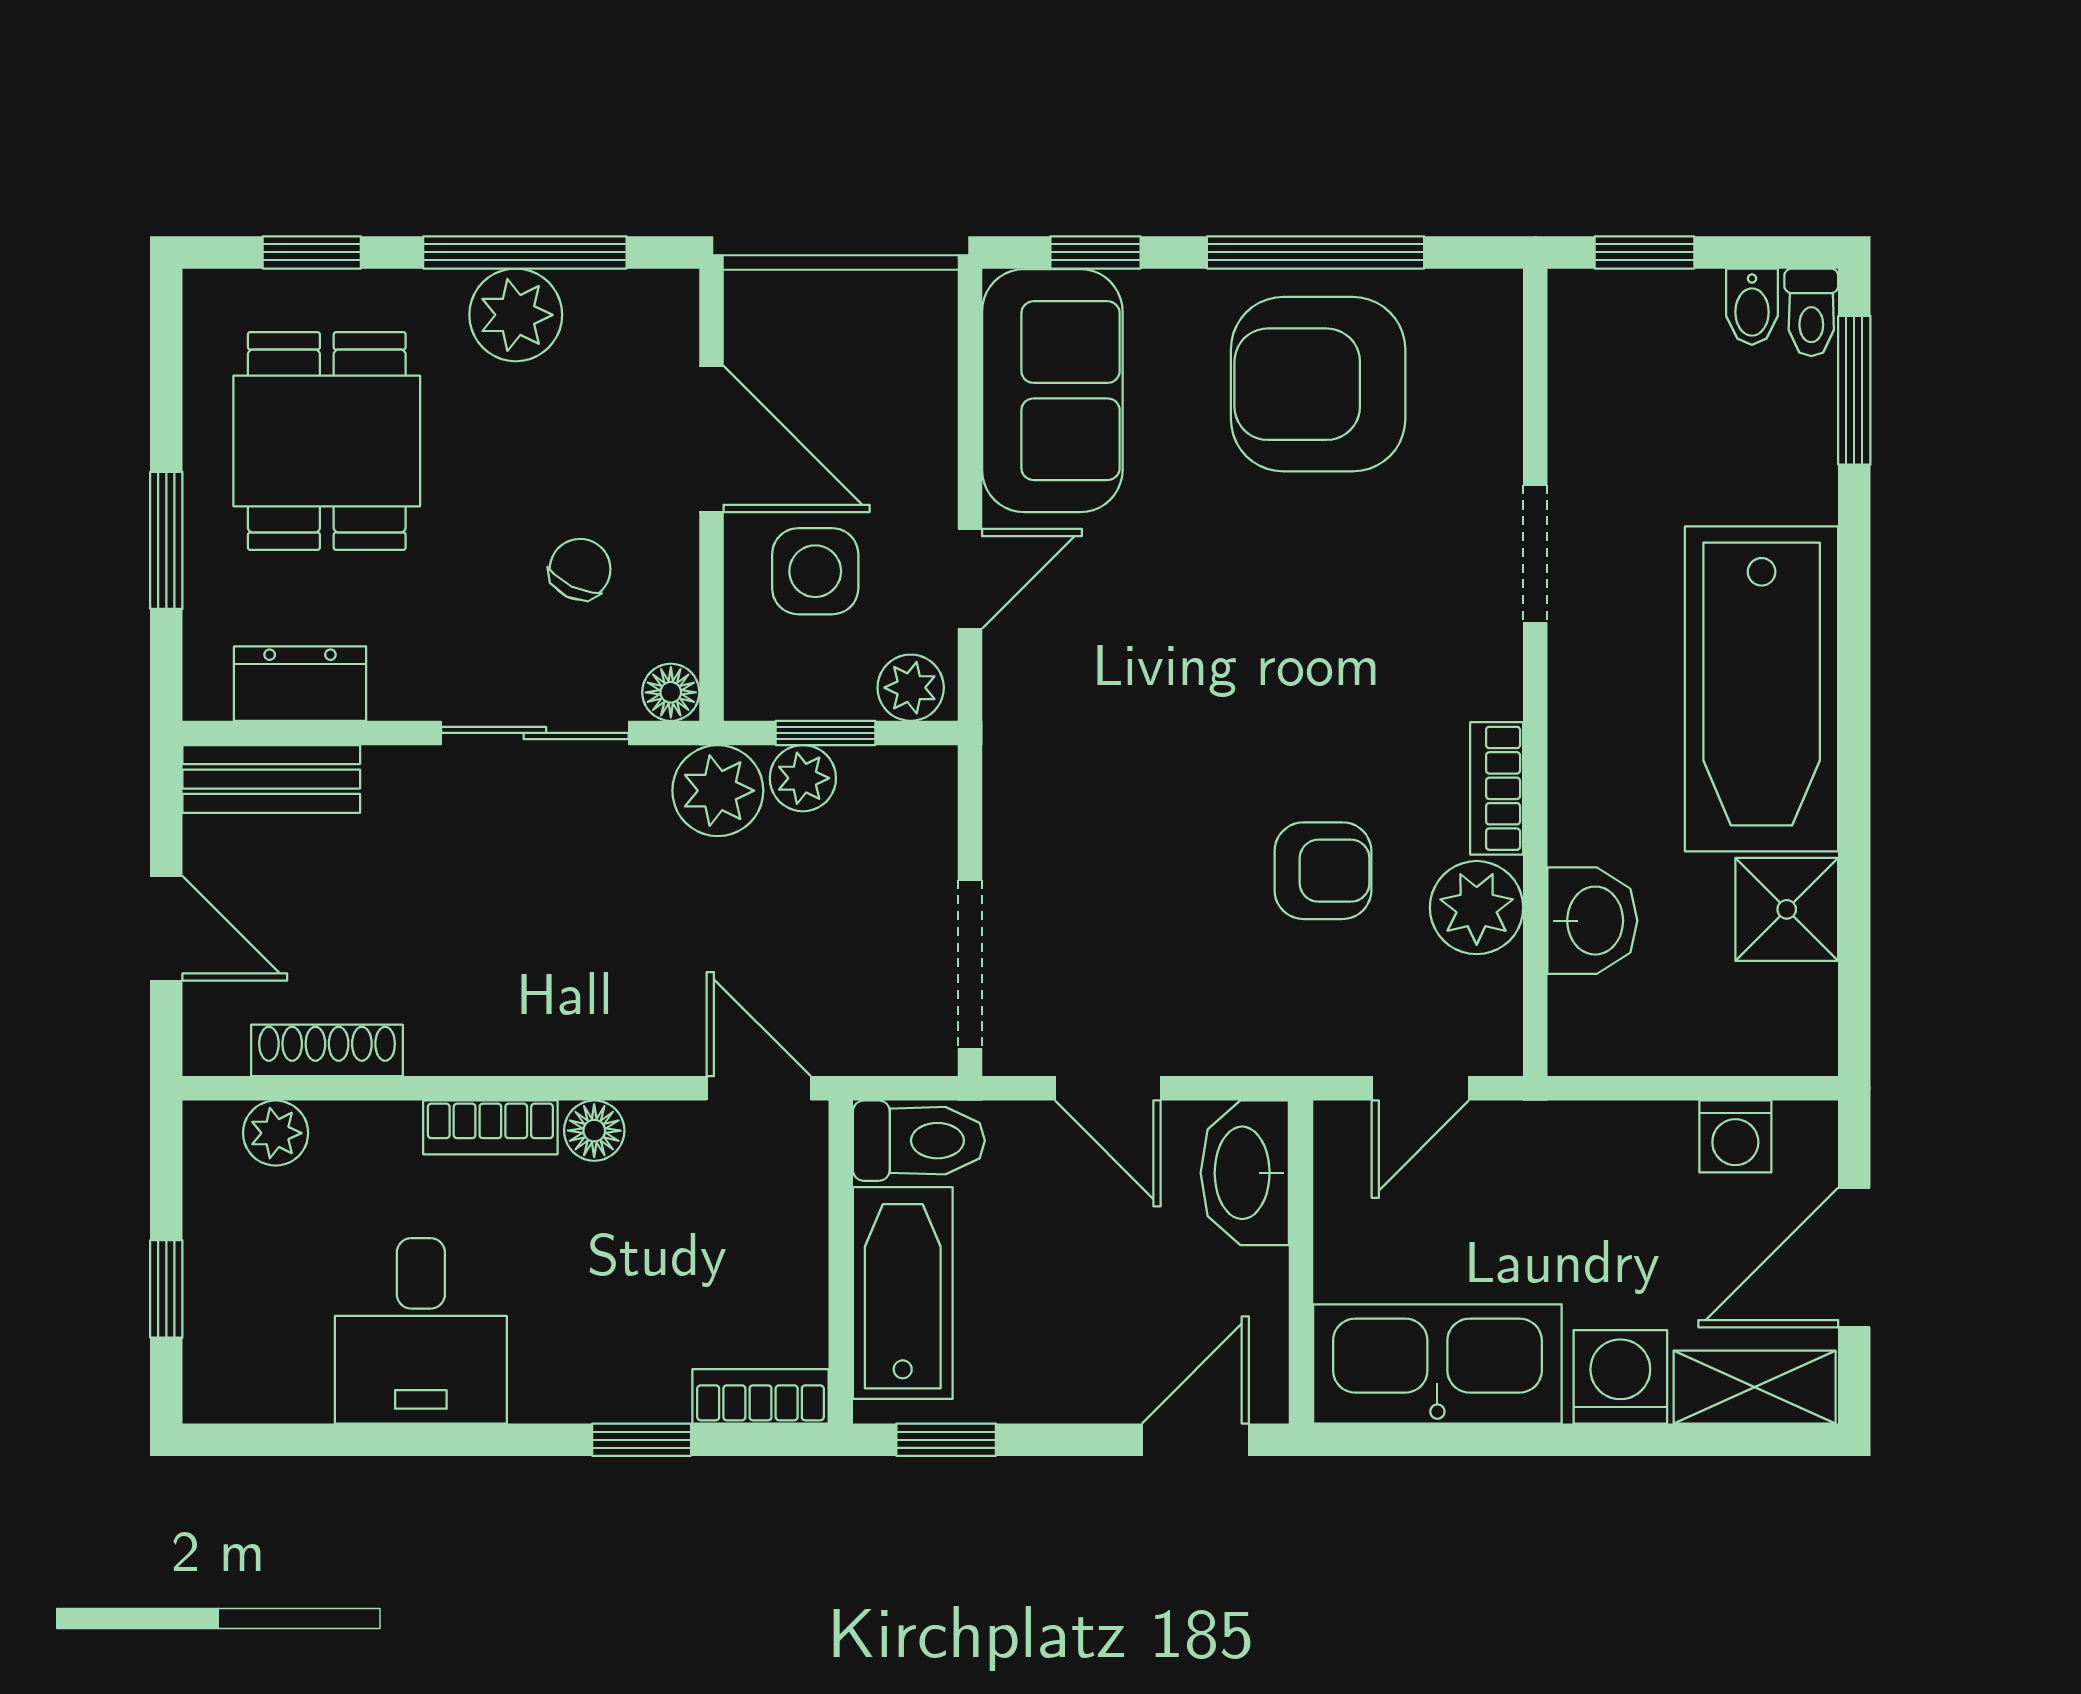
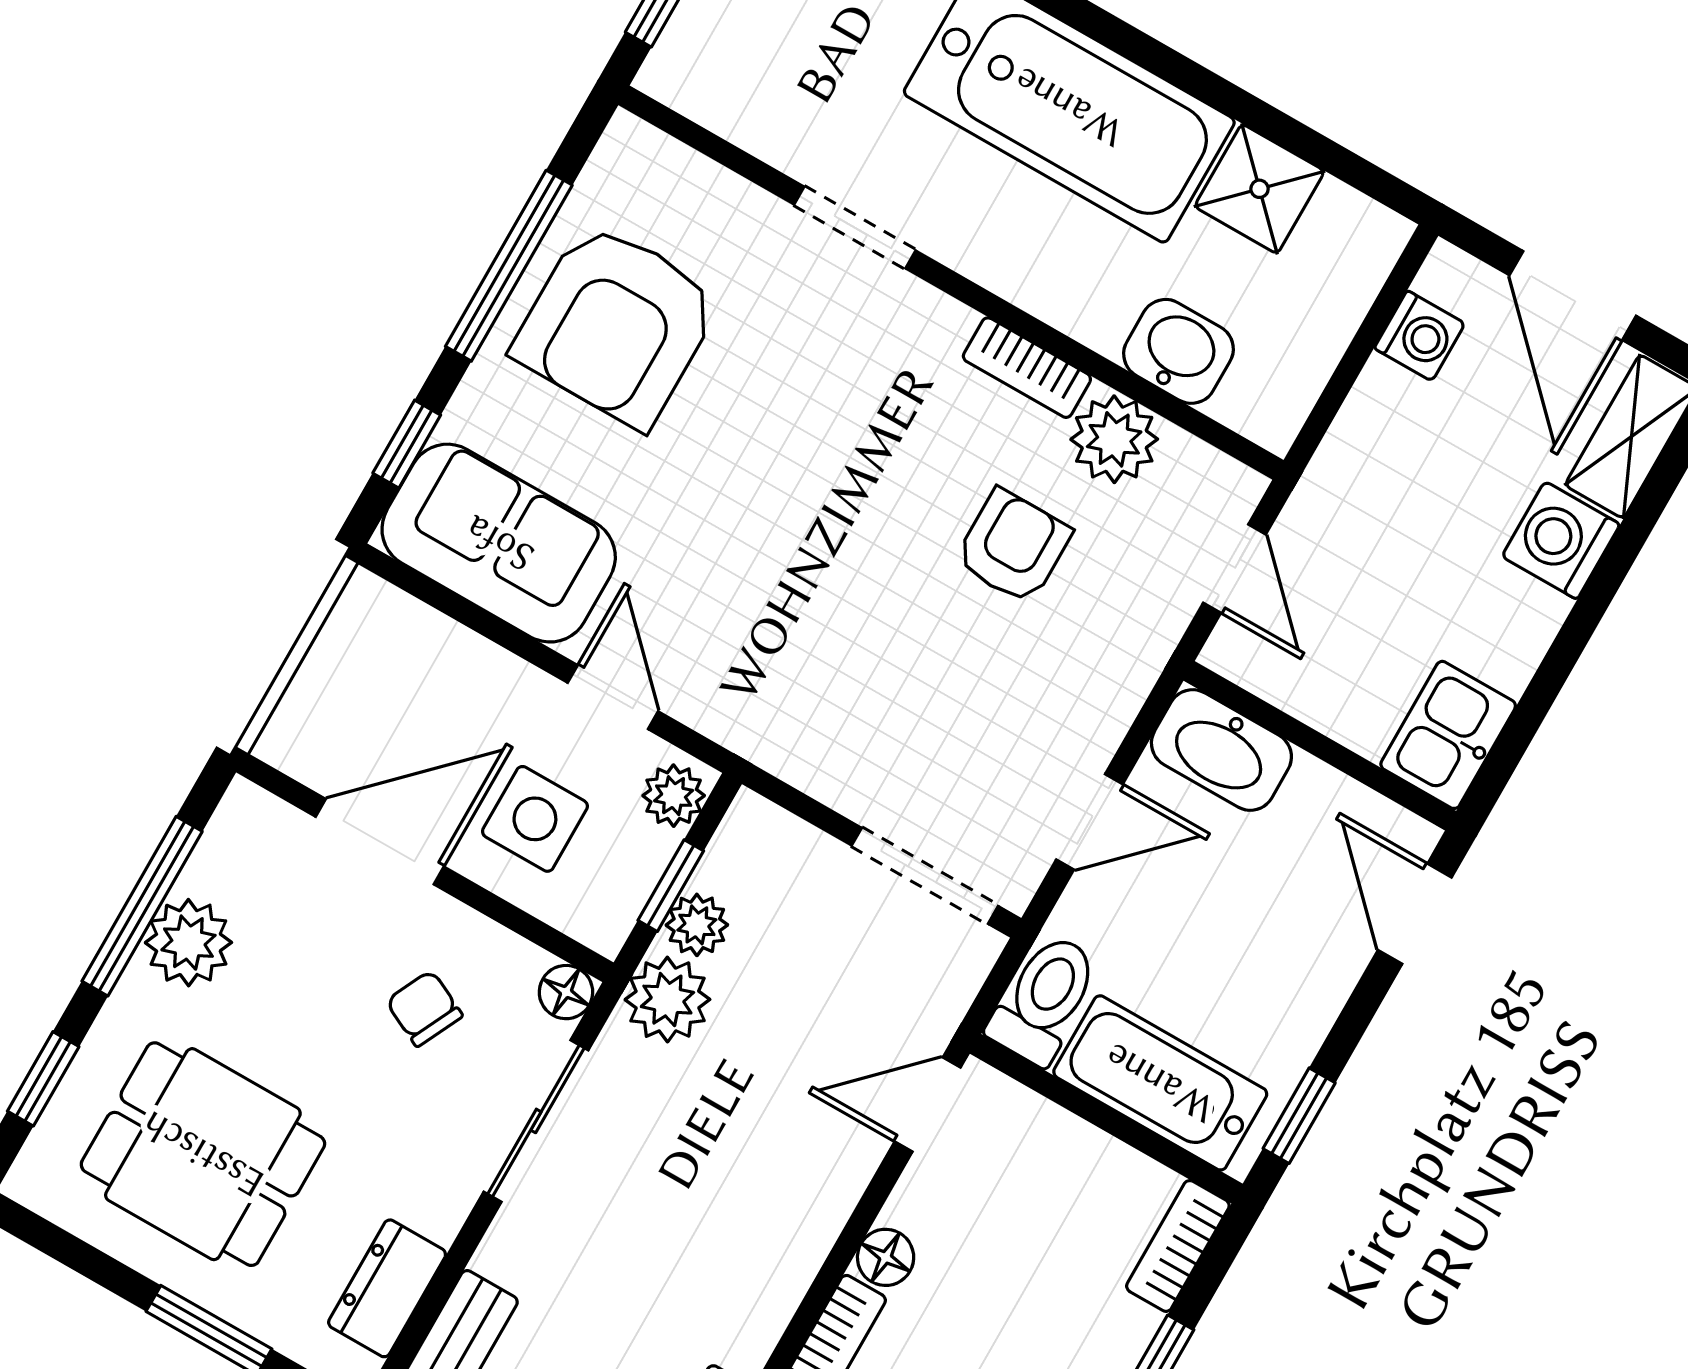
kitchen sink: (1437, 1364) -> (1448, 735), width x0.53, depth x0.81

